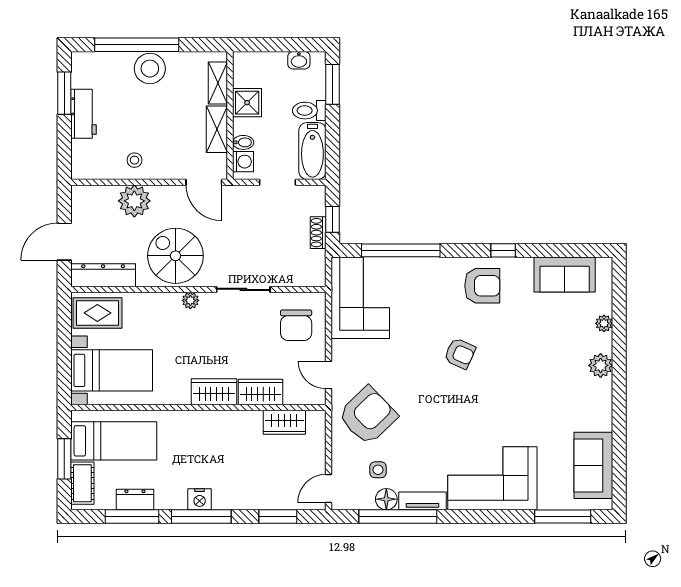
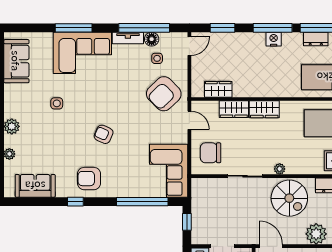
shoe rack: (318, 233) -> (196, 213), removed
chair: (296, 325) -> (211, 153), turned -90
side table: (532, 401) -> (57, 103), added
window: (563, 516) -> (74, 28), moved

